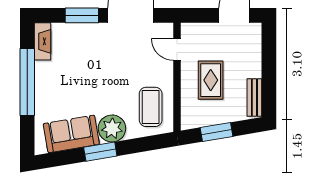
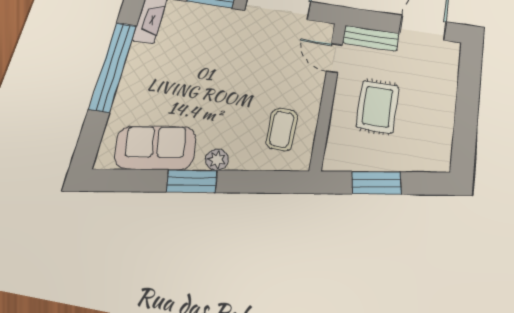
bench: (254, 98) -> (371, 38), moved, turned 90
coffee table: (151, 107) -> (282, 129), width x0.73, depth x0.77
plant: (112, 128) -> (217, 160), width x0.53, depth x0.53

